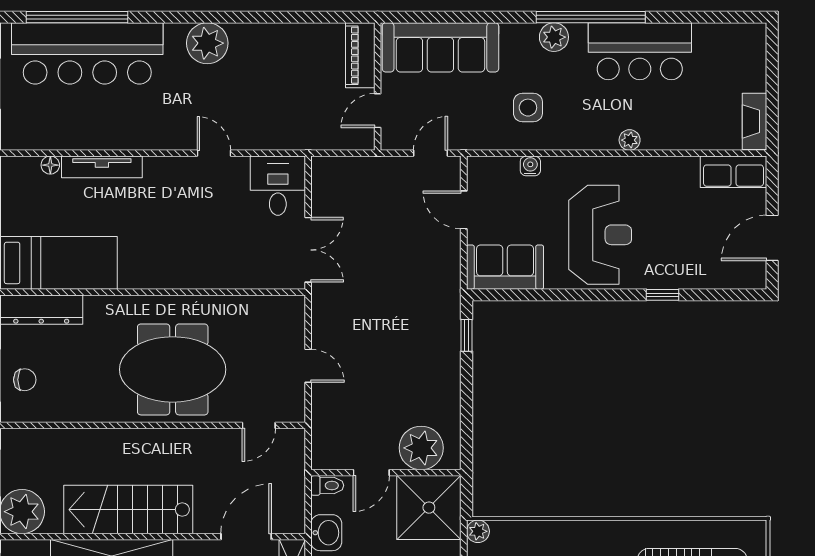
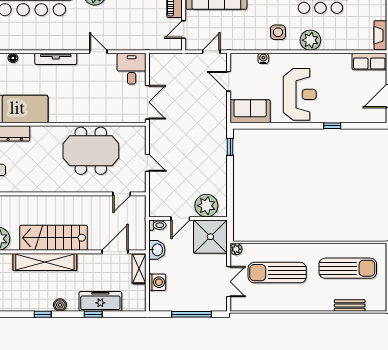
side table: (528, 108) -> (278, 32), moved
plant: (630, 140) -> (310, 40), width x1.87, depth x1.87
tv unit: (102, 167) -> (56, 59), moved
meeting table: (173, 369) -> (91, 151), moved

